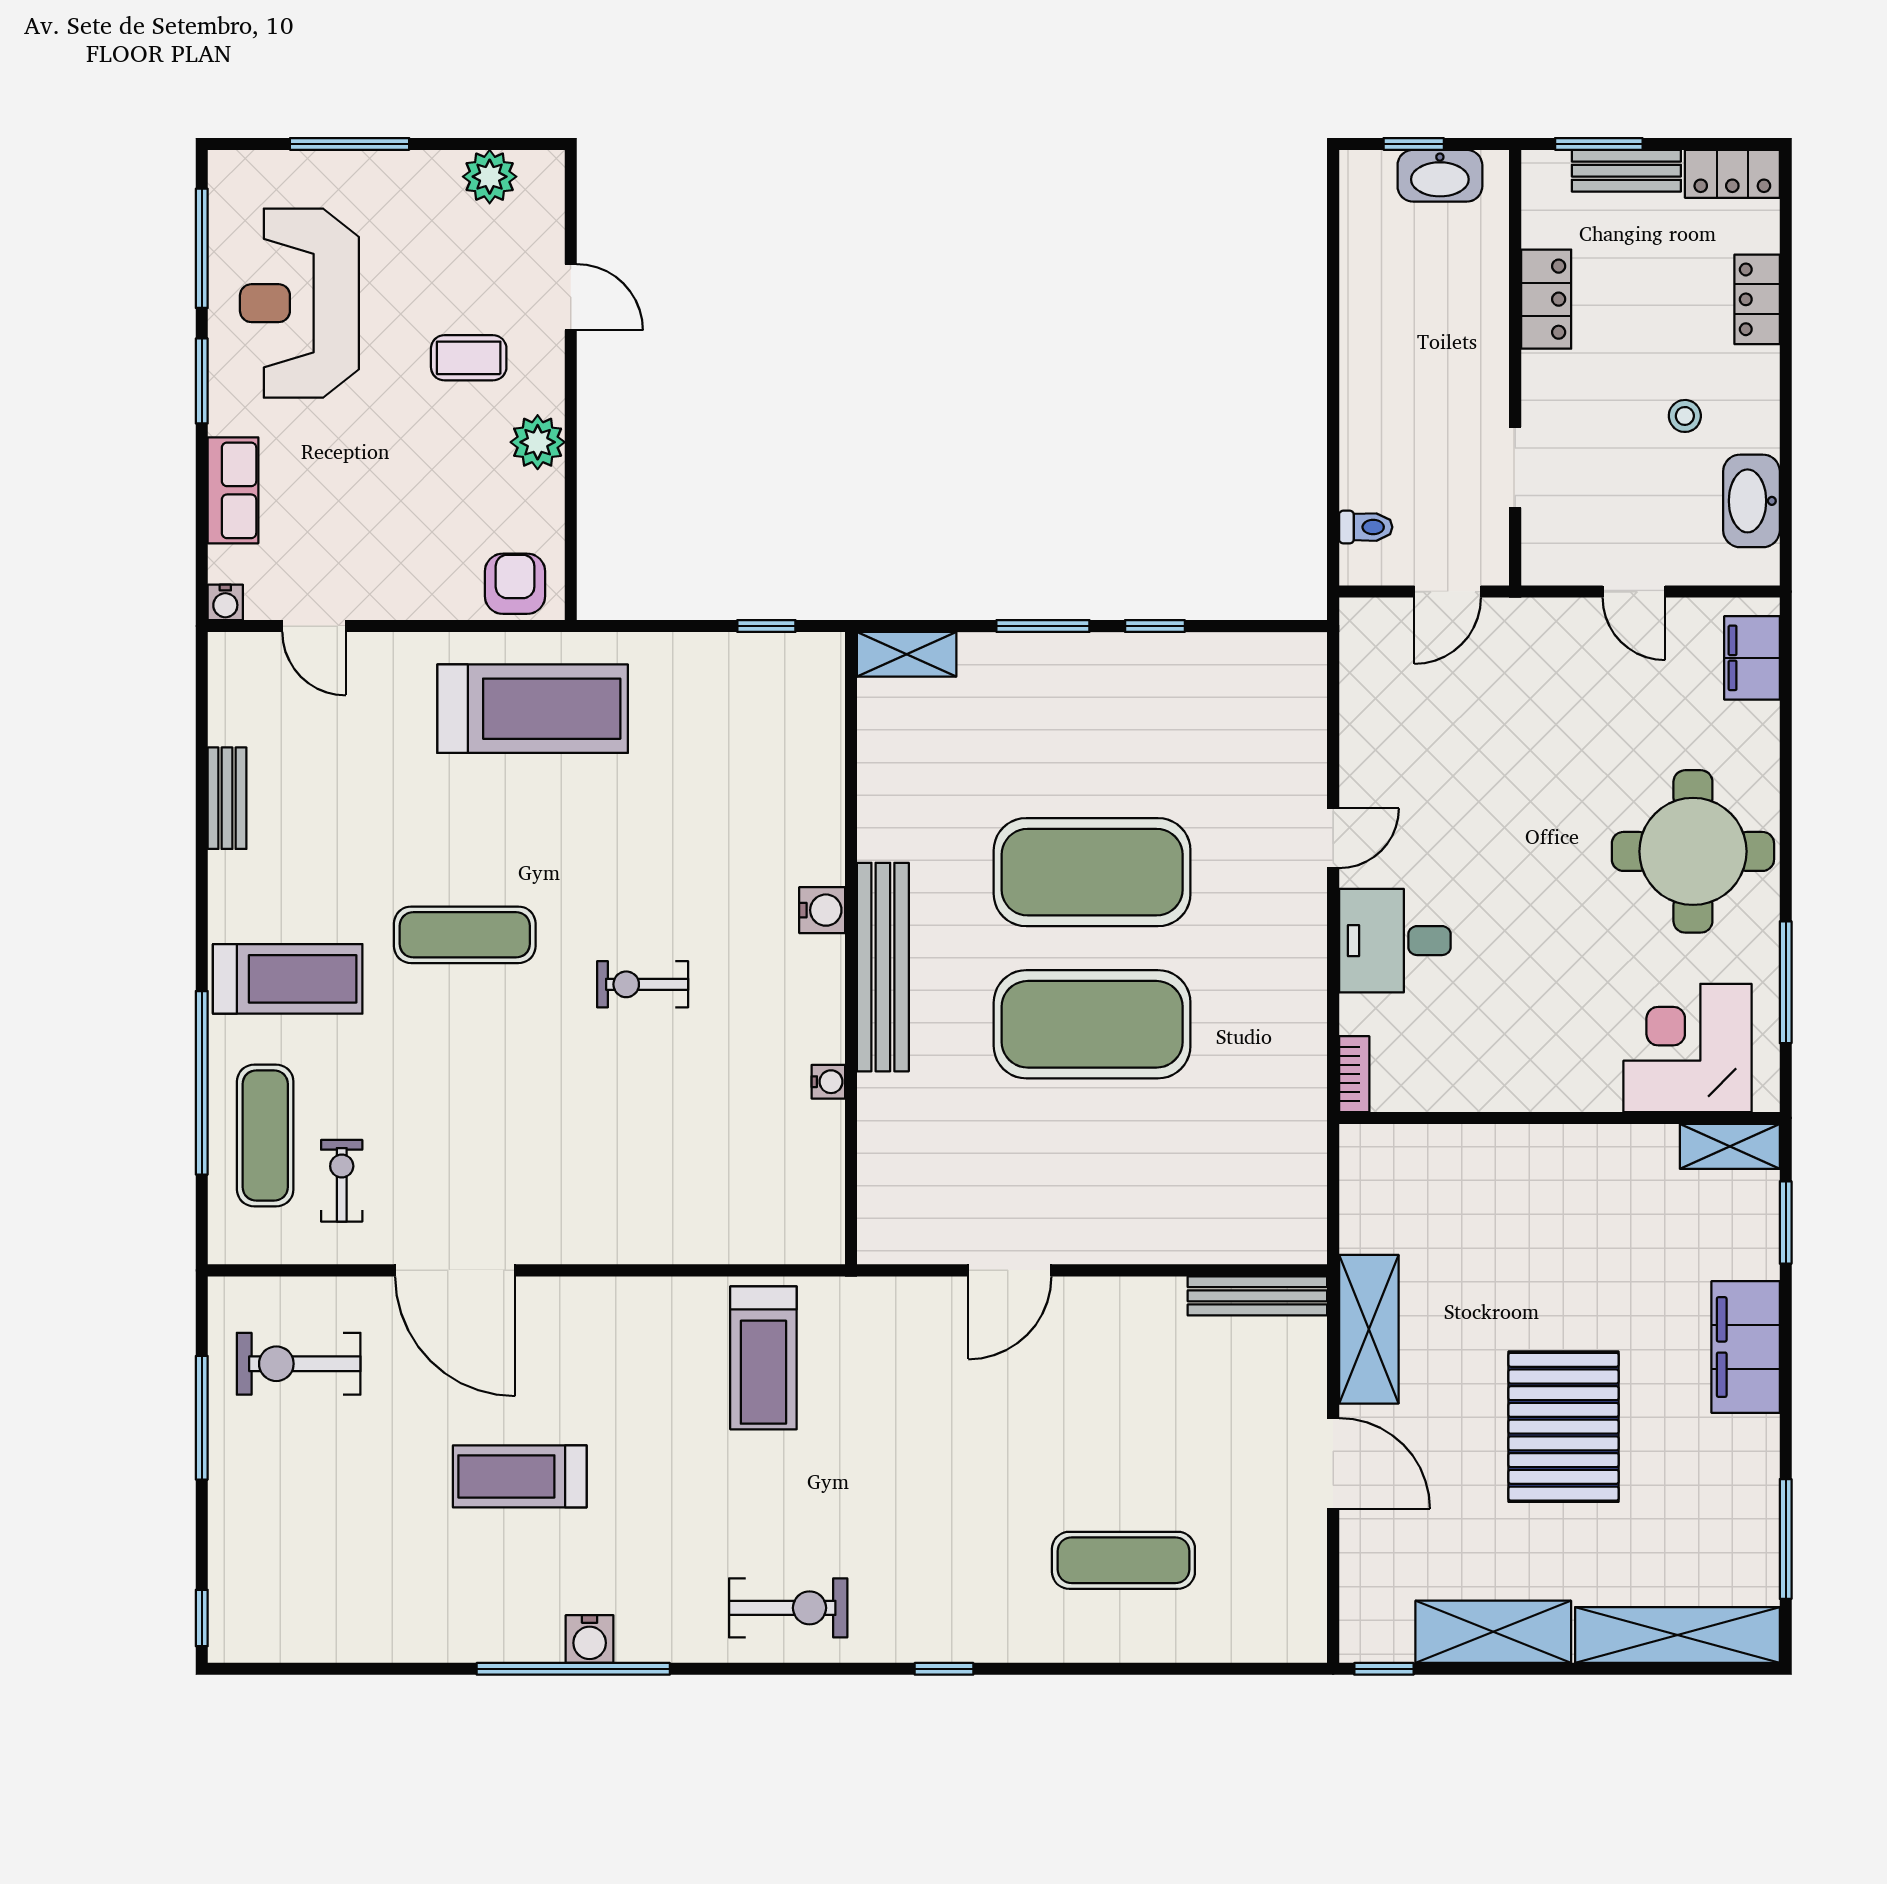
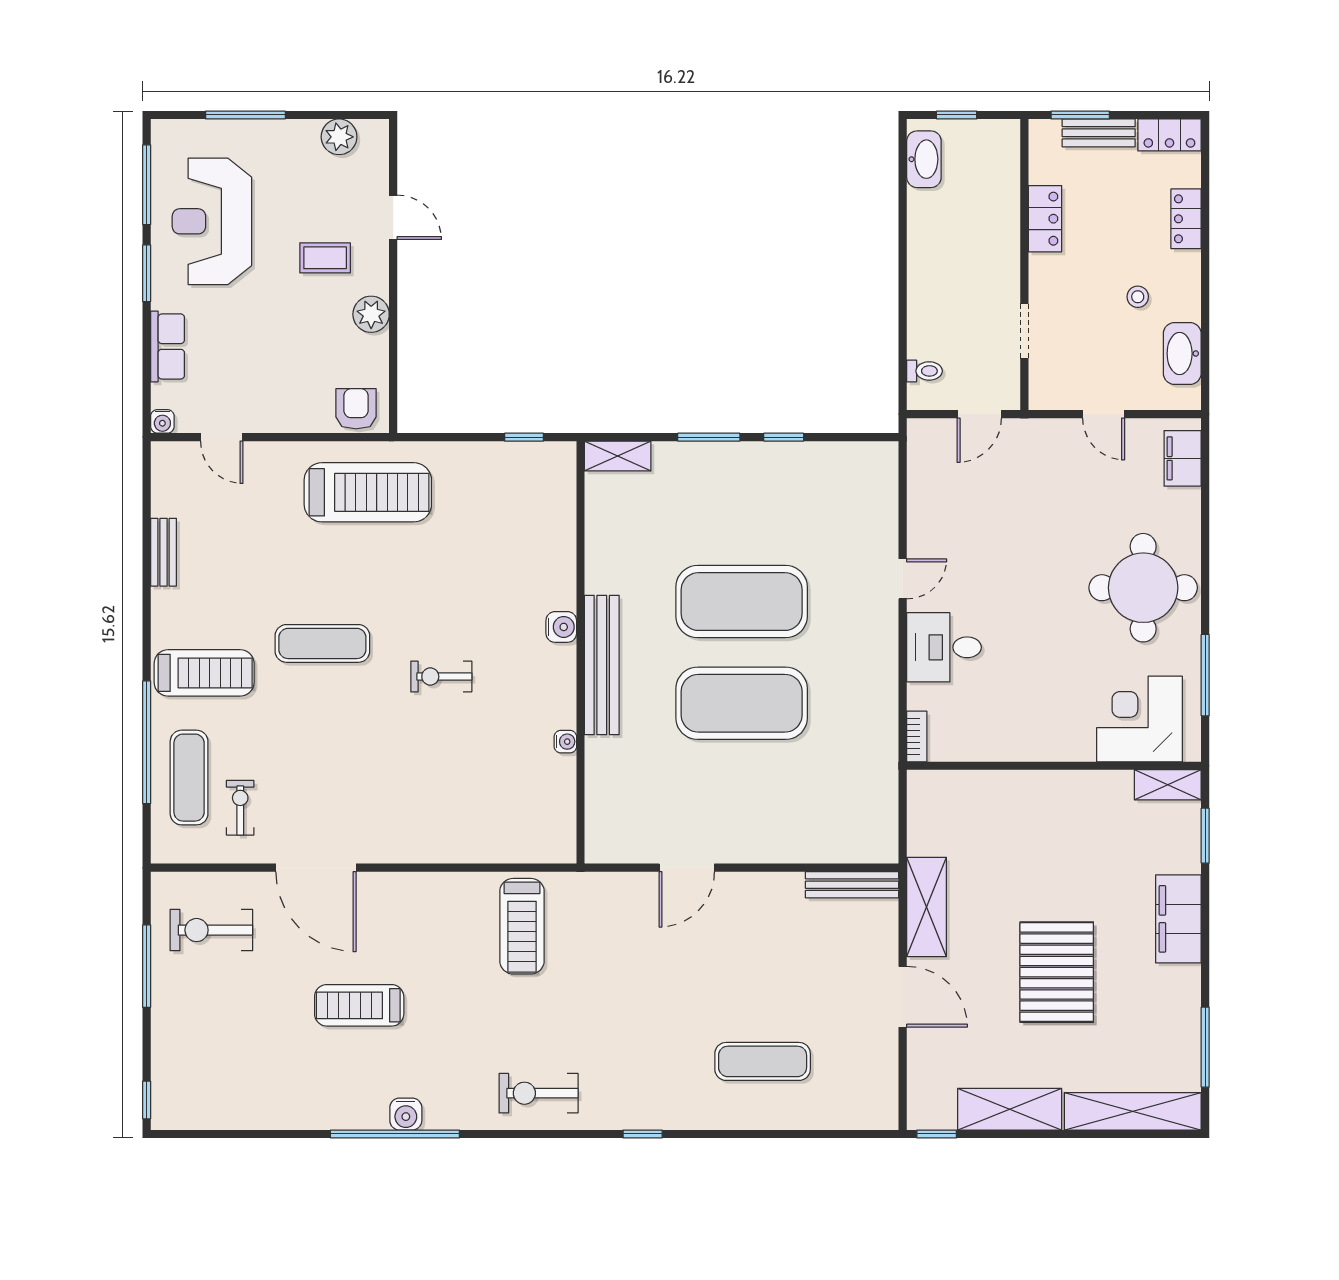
washbasin: (1440, 176) -> (924, 159), moved, turned -90
exercise bike: (788, 1608) -> (539, 1093), turned 180

